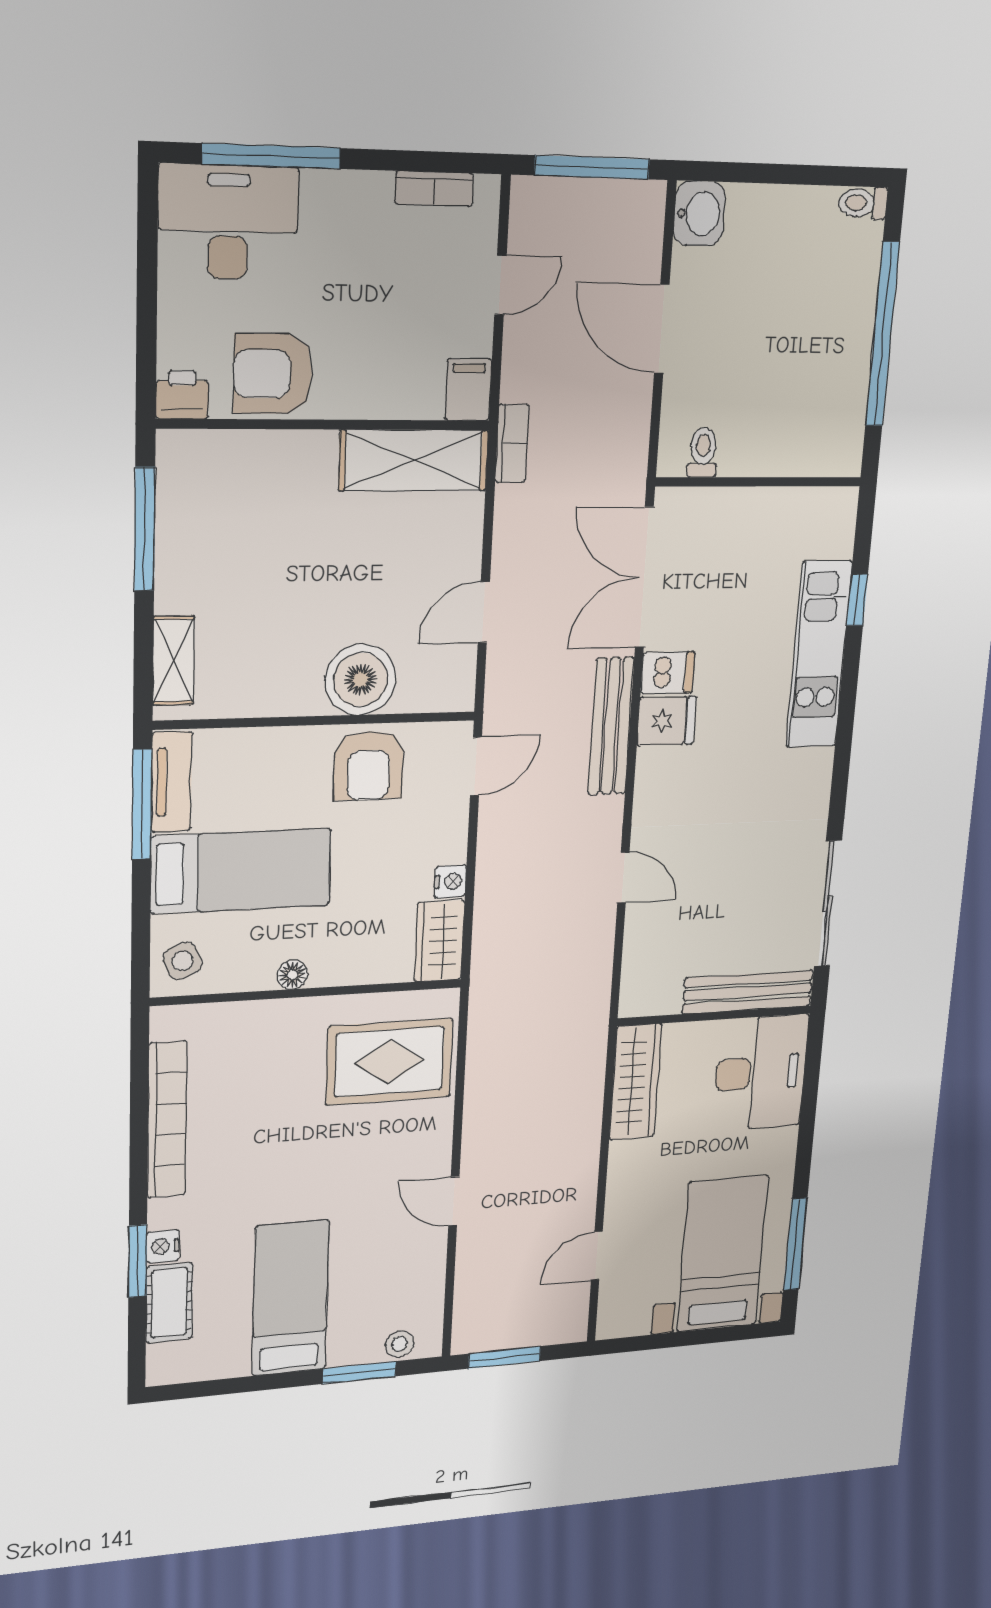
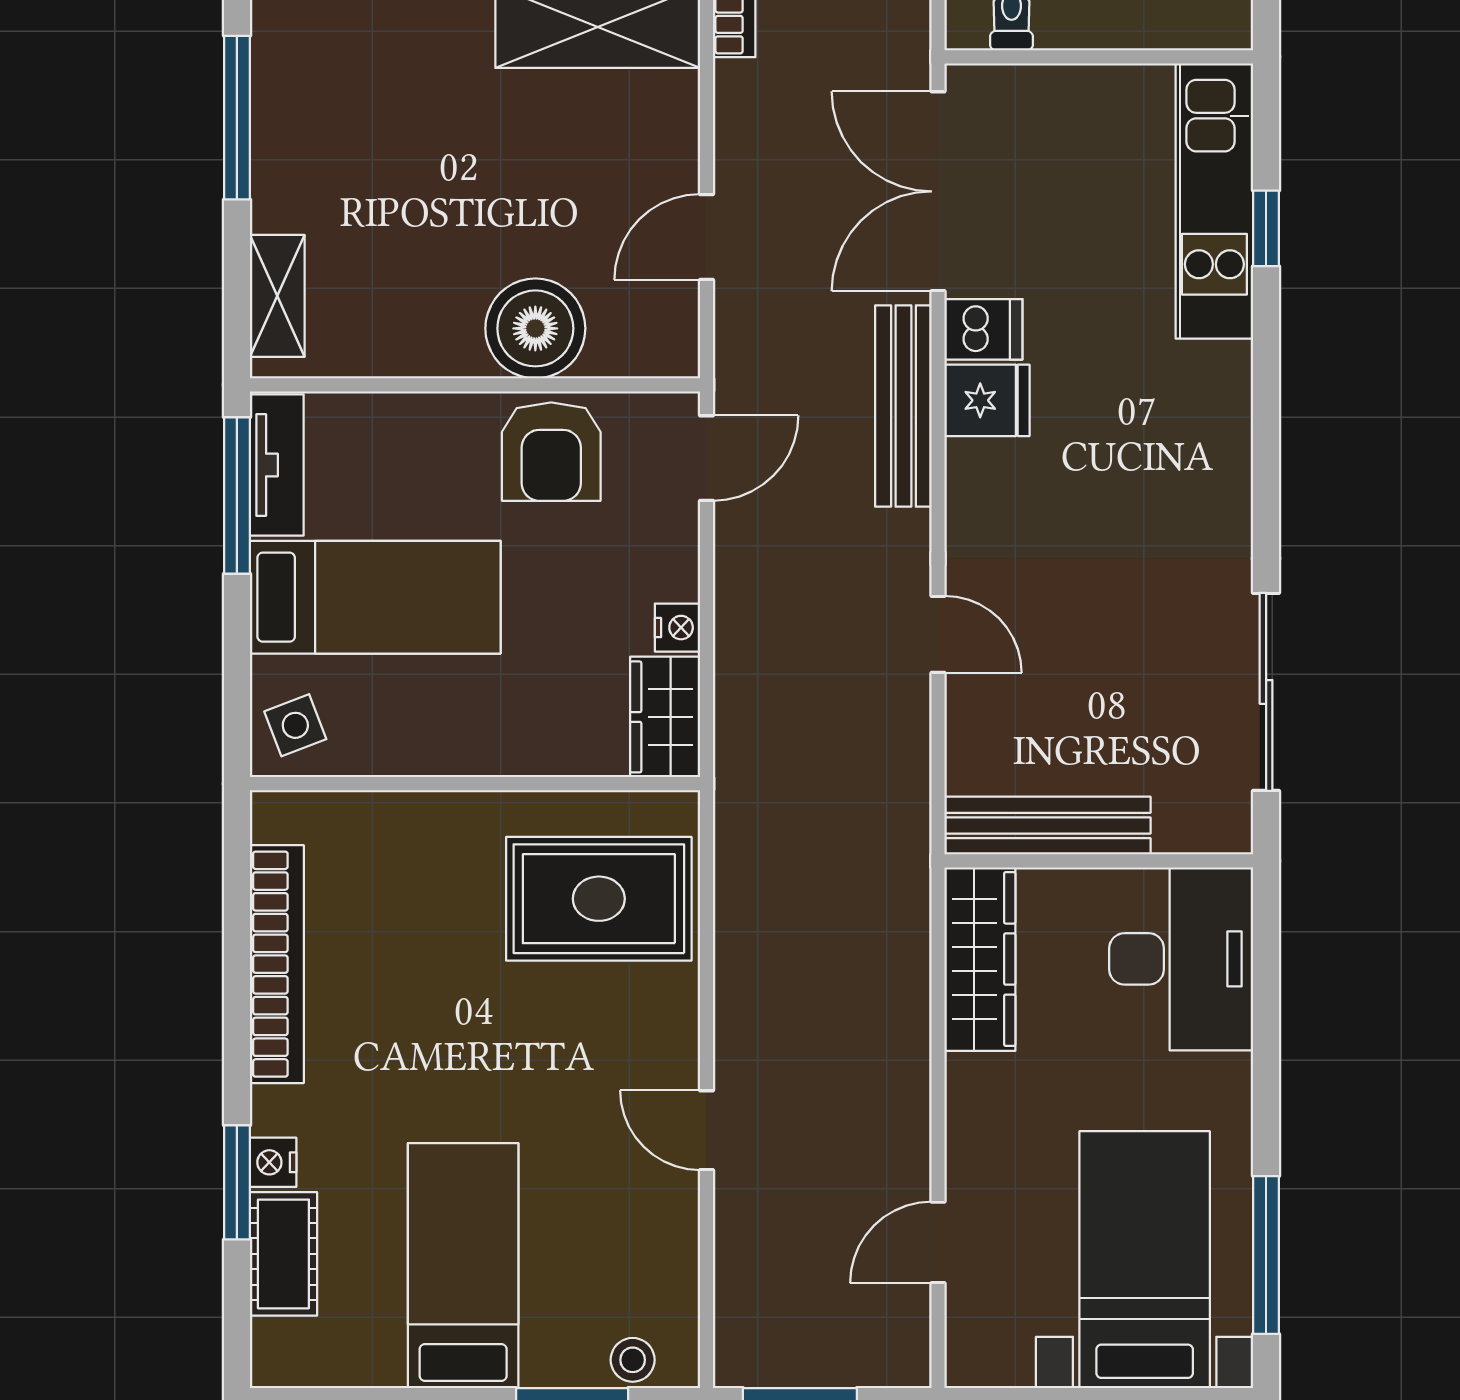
kitchen unit: (819, 655) -> (1214, 201), moved
floor lamp: (292, 975) -> (452, 756), removed
bench: (748, 992) -> (1048, 826), moved

